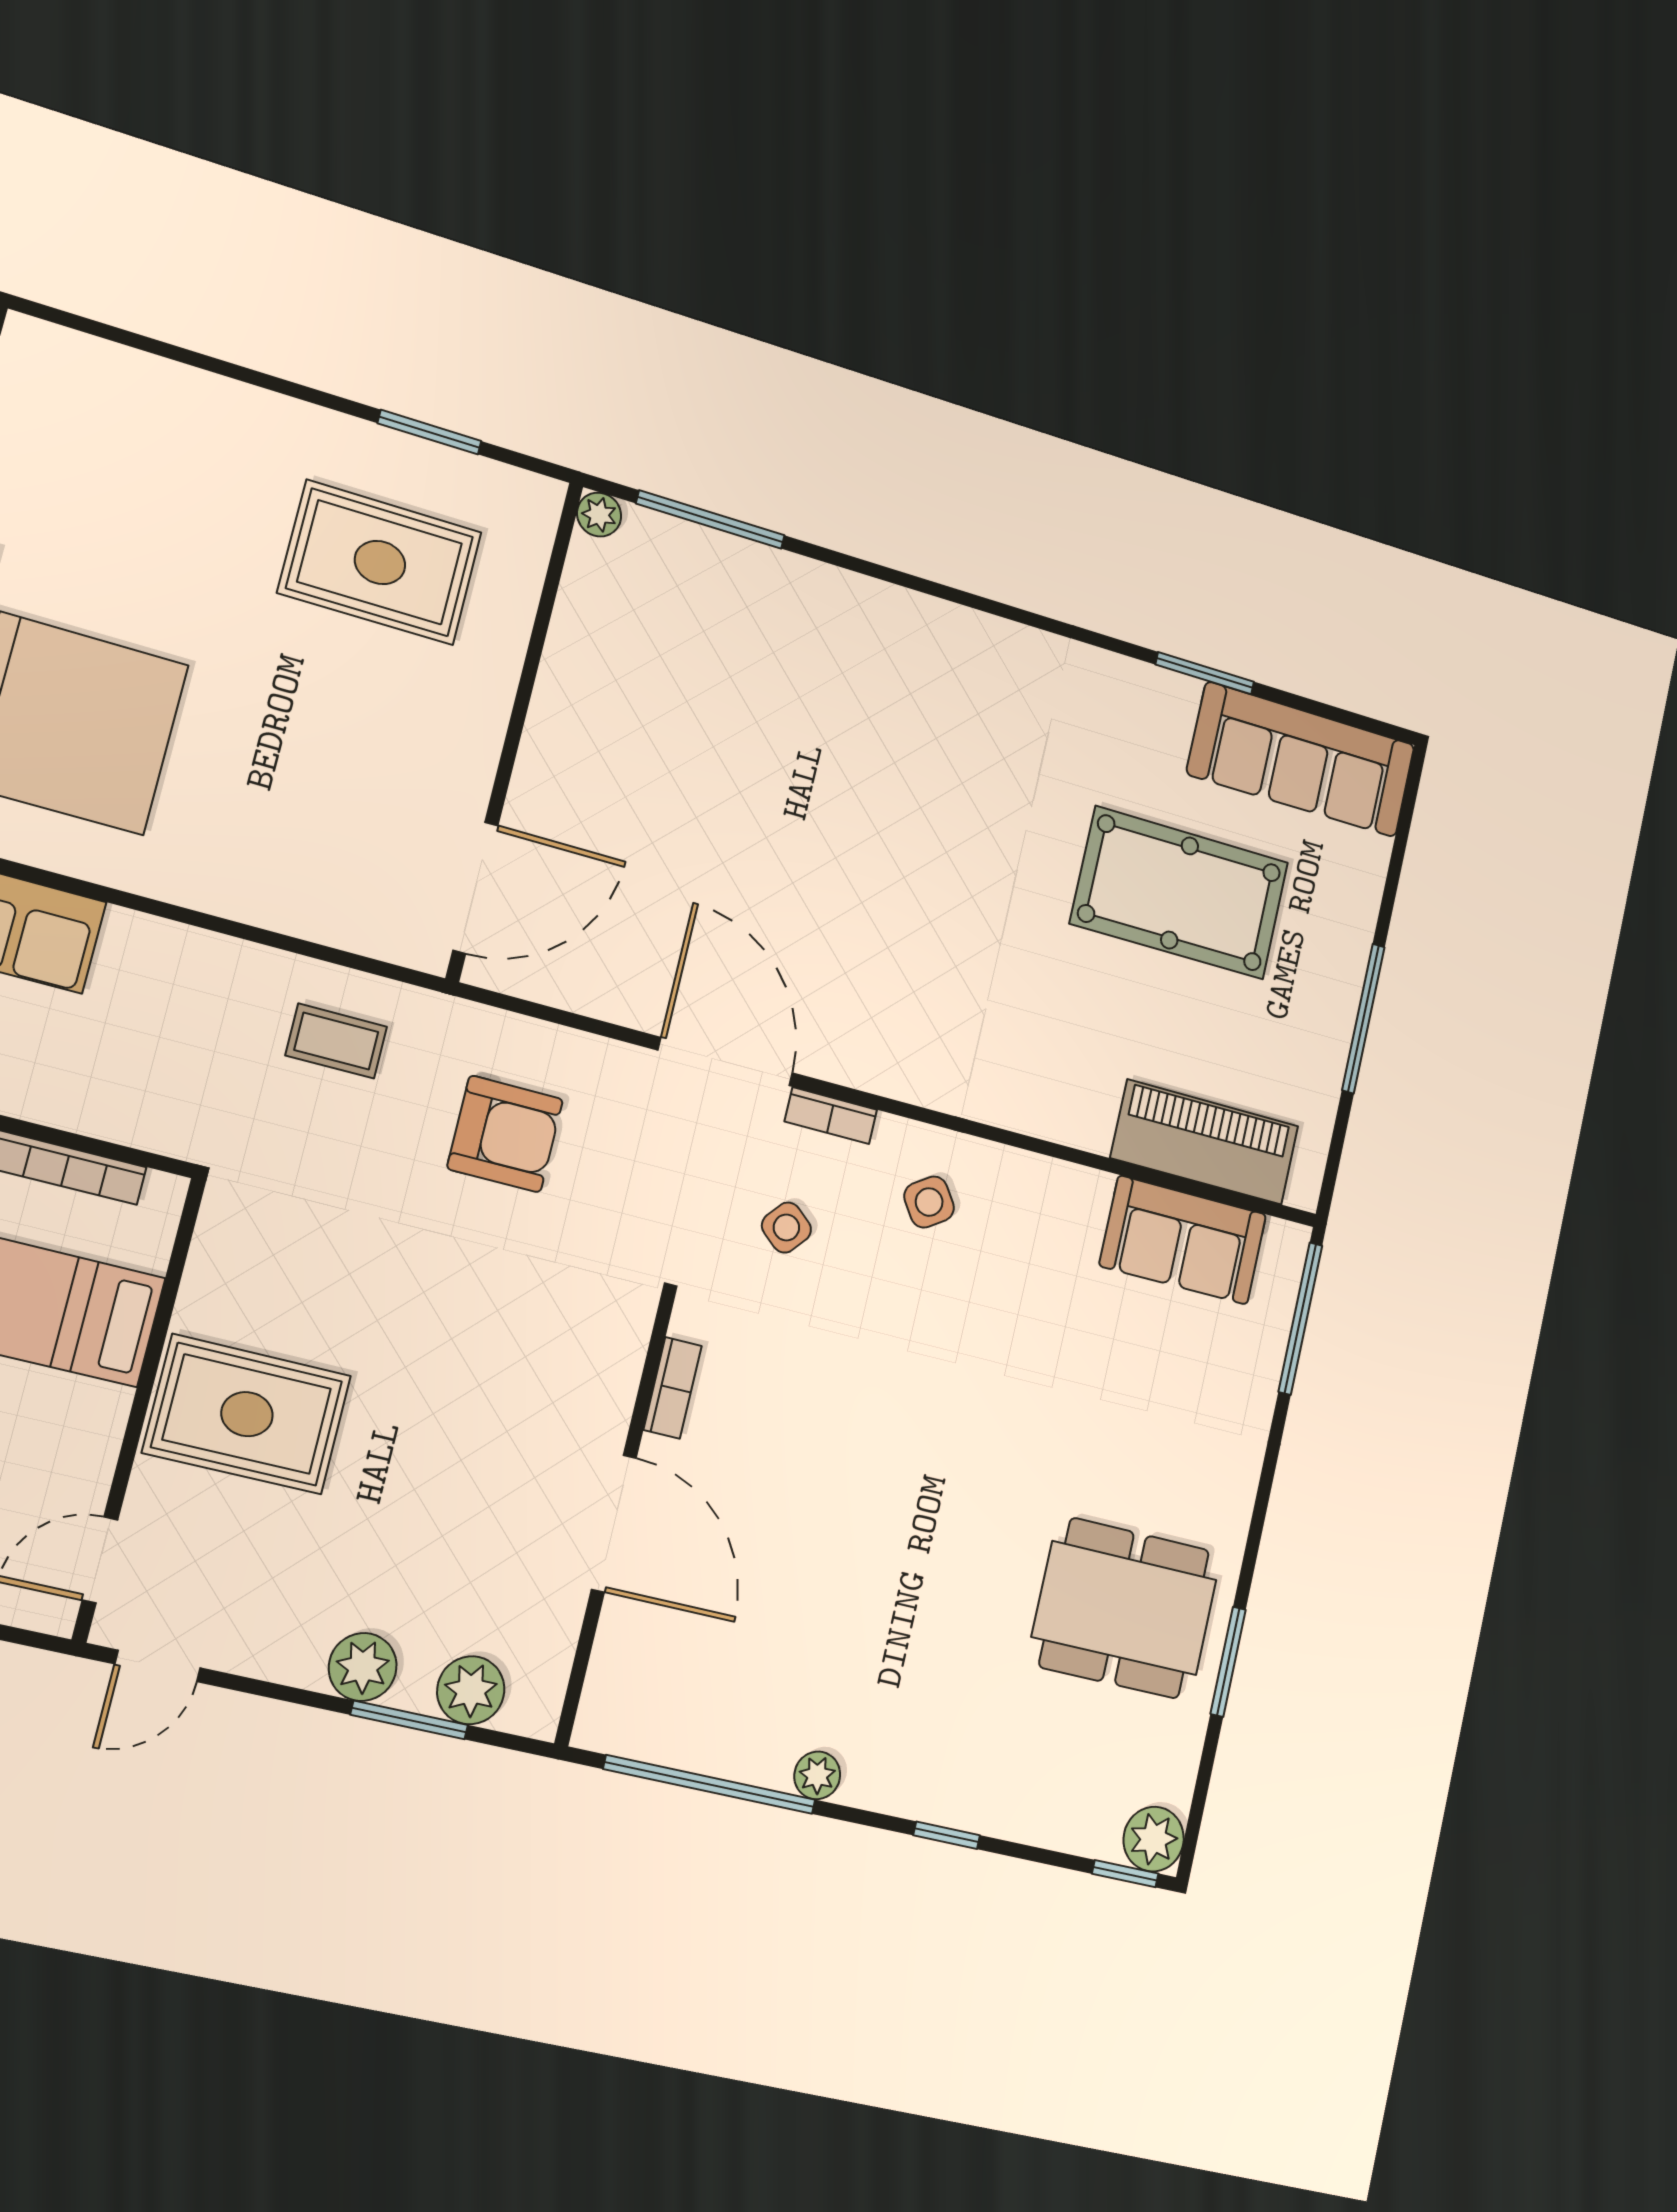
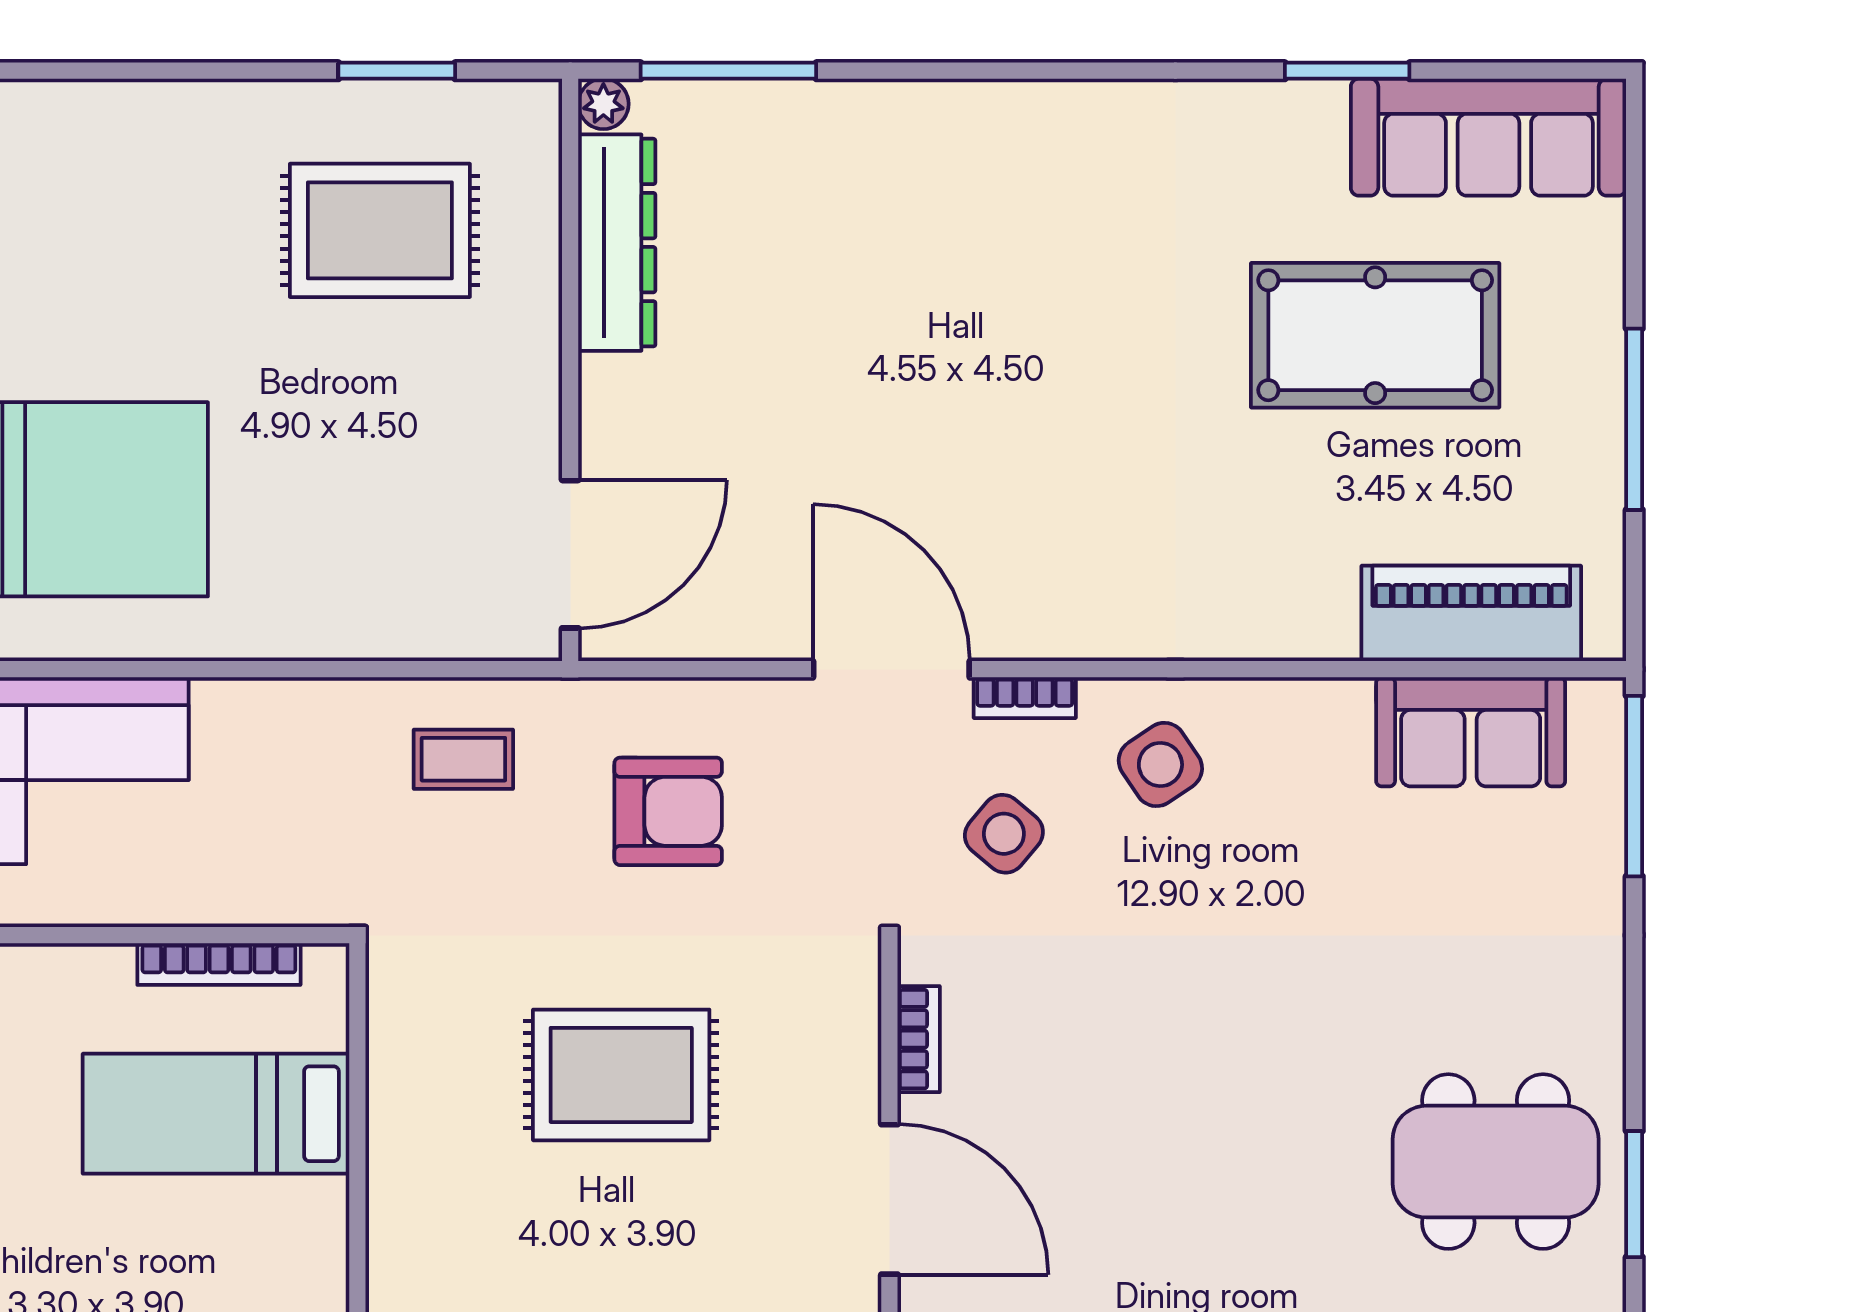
dresser: (582, 634) -> (617, 243), added
side table: (929, 1202) -> (1160, 764), width x1.37, depth x1.37
side table: (786, 1228) -> (1004, 834), width x1.37, depth x1.37
rug: (247, 1414) -> (621, 1075), moved

